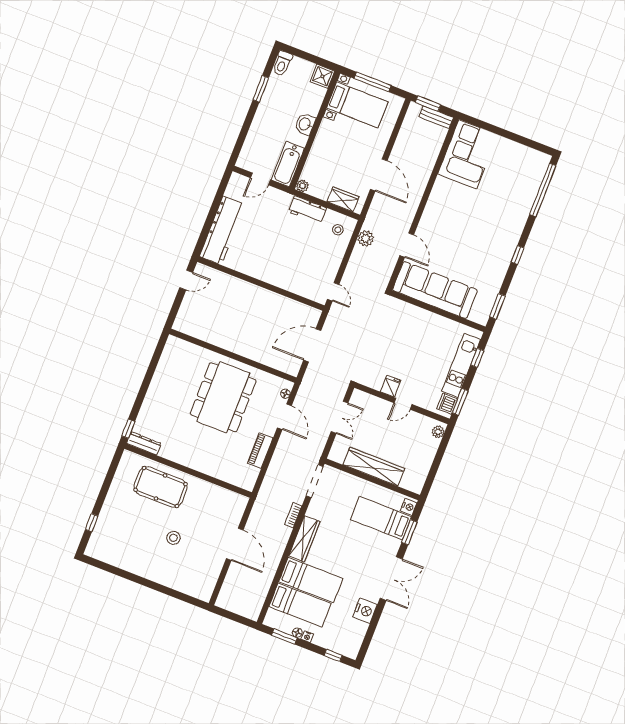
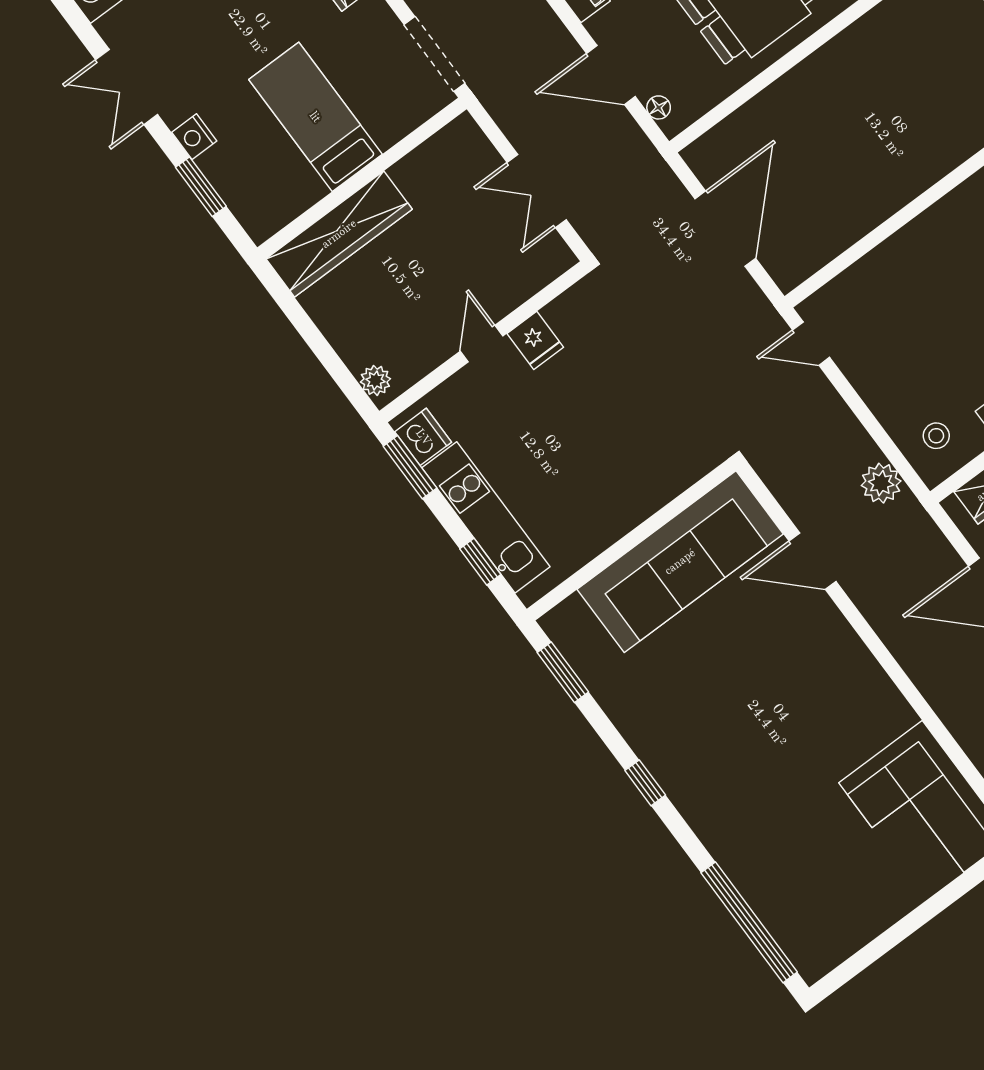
wardrobe: (374, 467) -> (339, 234), moved
nightstand: (409, 507) -> (194, 137), moved
bed: (381, 518) -> (315, 117), moved, turned -90
double door: (391, 579) -> (127, 87), width x0.73

